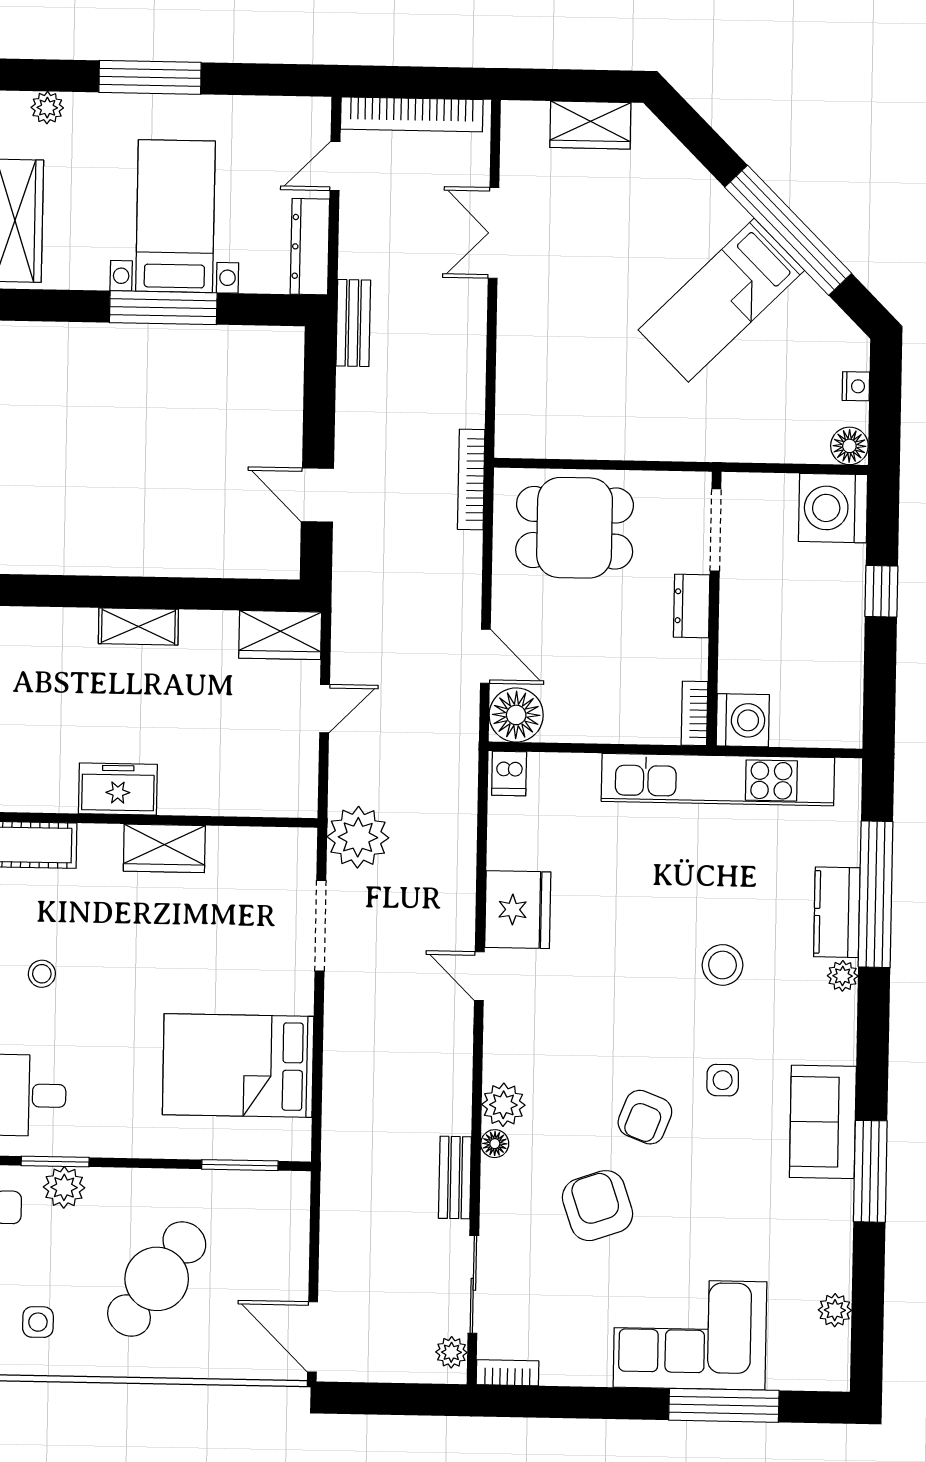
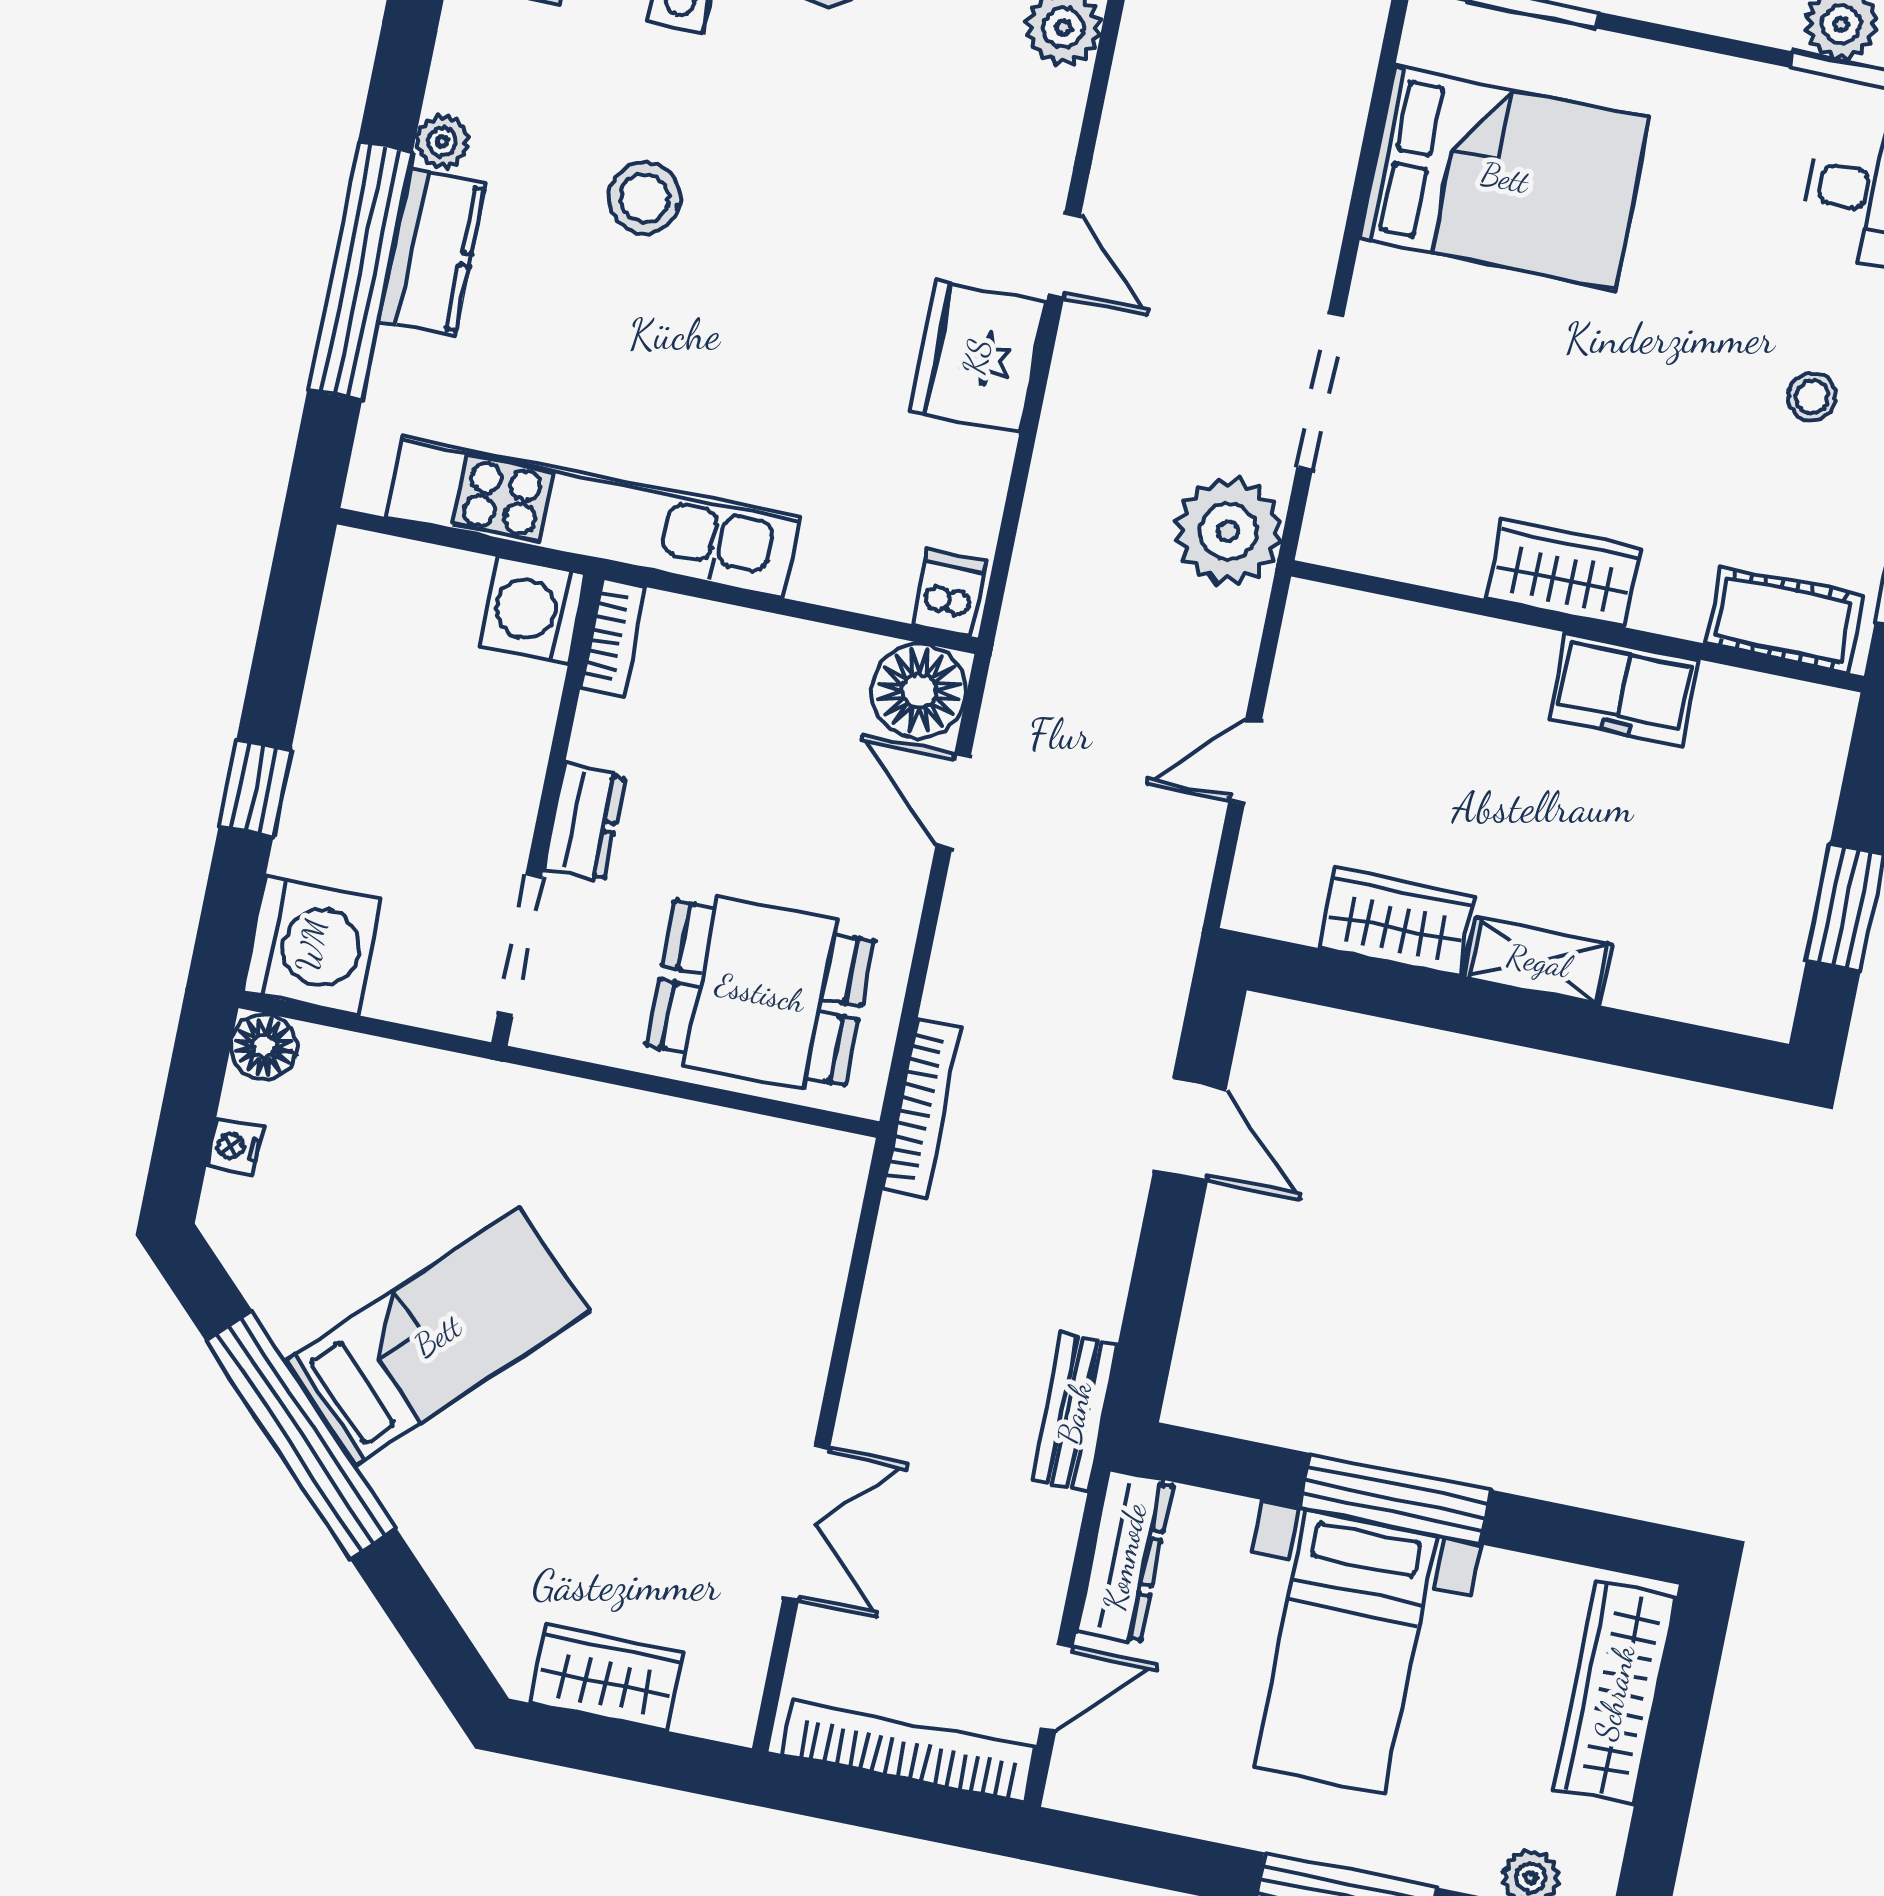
wardrobe: (280, 635) -> (1397, 922), moved

